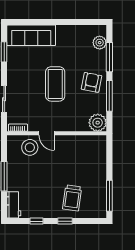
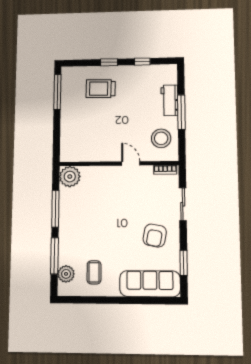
armchair: (91, 82) -> (155, 236), moved
coffee table: (55, 84) -> (94, 272), moved, width x0.54, depth x0.58
stool: (30, 147) -> (161, 138), moved
trolley: (72, 198) -> (101, 89), turned -97
workbench: (14, 205) -> (169, 100), moved

